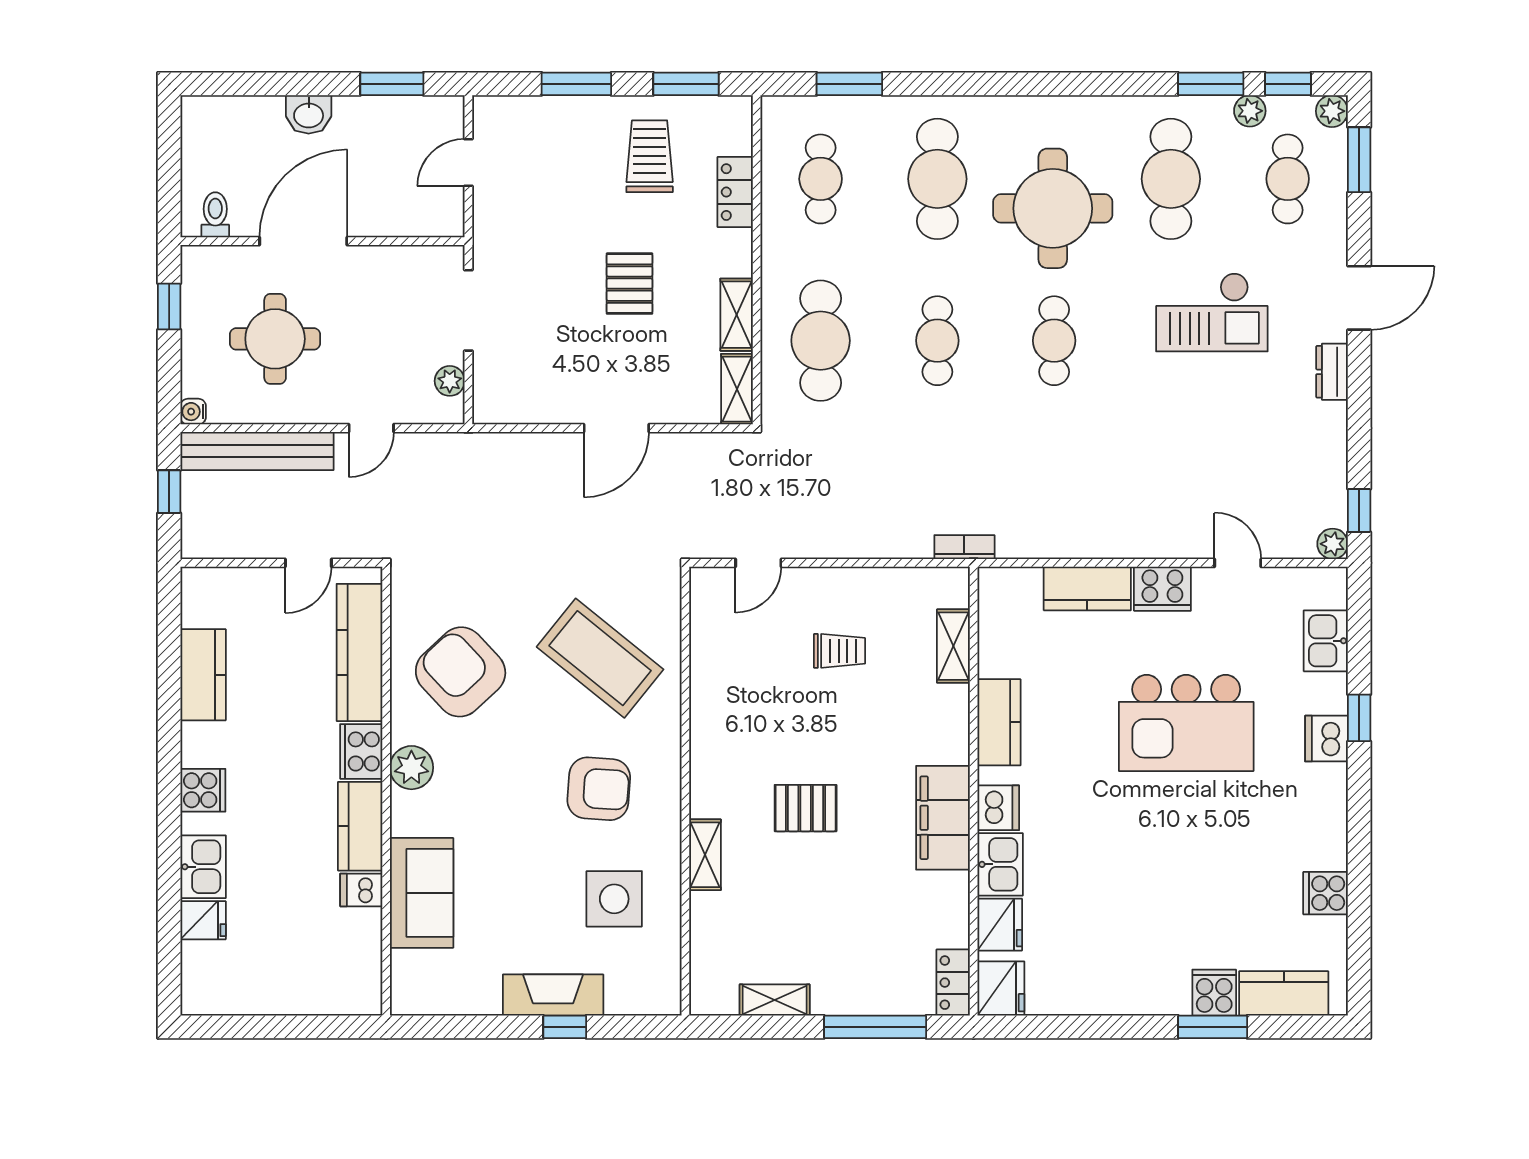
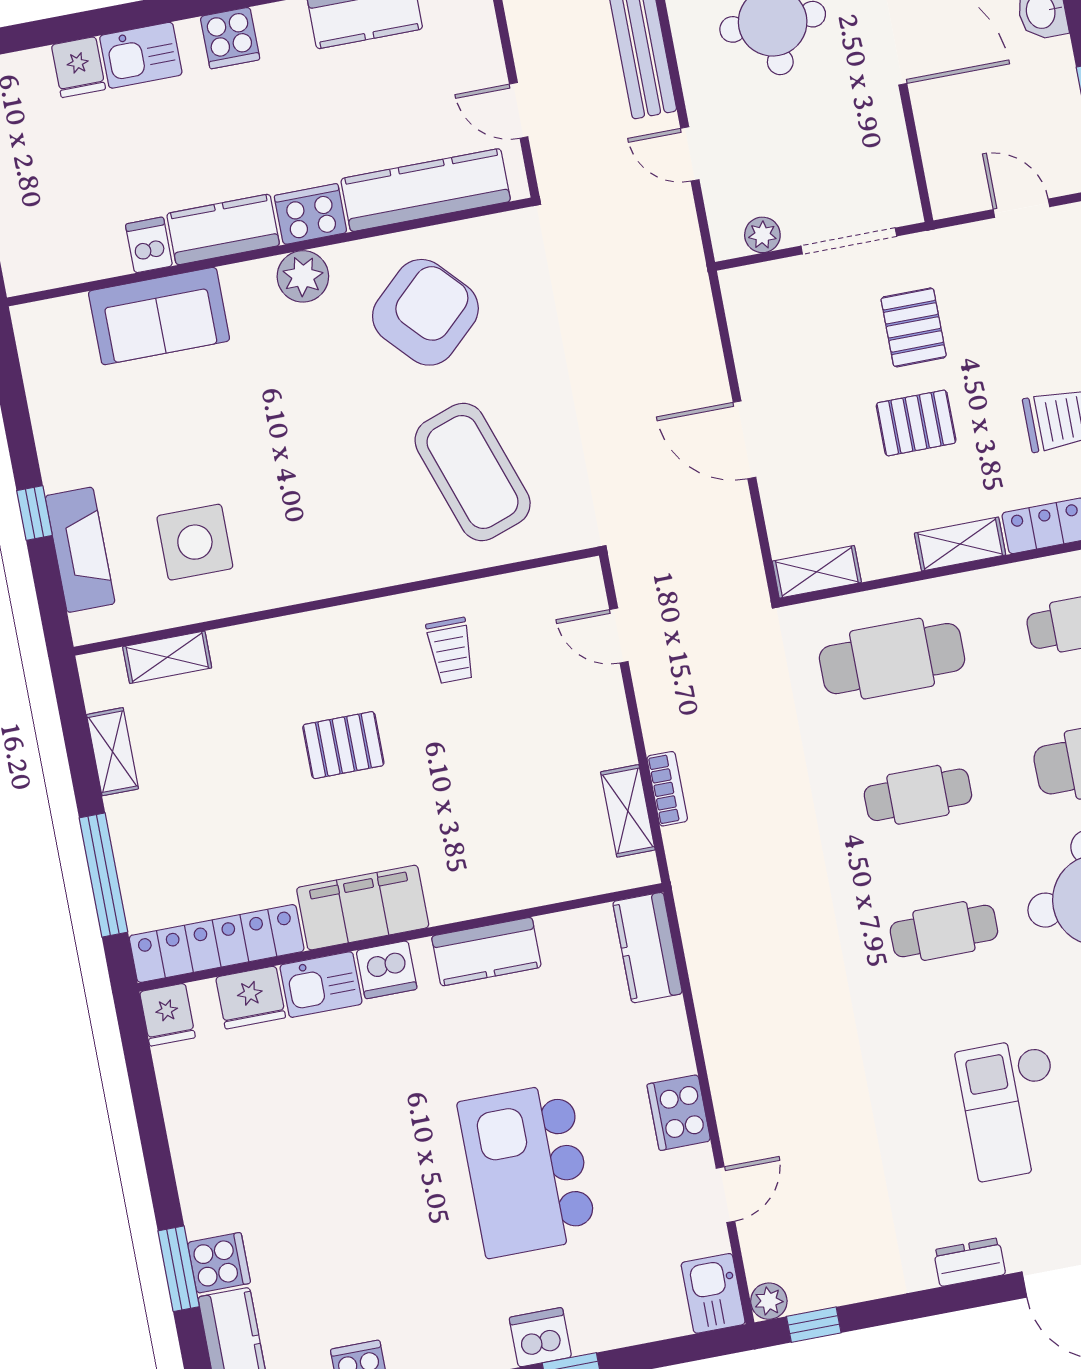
pallet: (550, 271) -> (914, 327), added
shelving: (737, 315) -> (960, 544), moved
bookcase: (964, 547) -> (667, 789), moved
kitchen counter: (1087, 588) -> (647, 948), moved
kitchen sink: (1326, 641) -> (713, 1293), moved, turned -90
shelving: (953, 646) -> (628, 811), moved, turned 90
trolley: (839, 651) -> (451, 650), moved
coffee table: (600, 658) -> (473, 472), turned -58
armchair: (599, 789) -> (320, 500), removed
pallet: (806, 808) -> (343, 745), turned 90
shelving: (705, 855) -> (167, 657), moved
locker: (953, 983) -> (217, 943), width x2.16, depth x1.21
fridge: (1001, 989) -> (167, 1015), width x0.72
fireplace: (553, 995) -> (80, 550), moved

